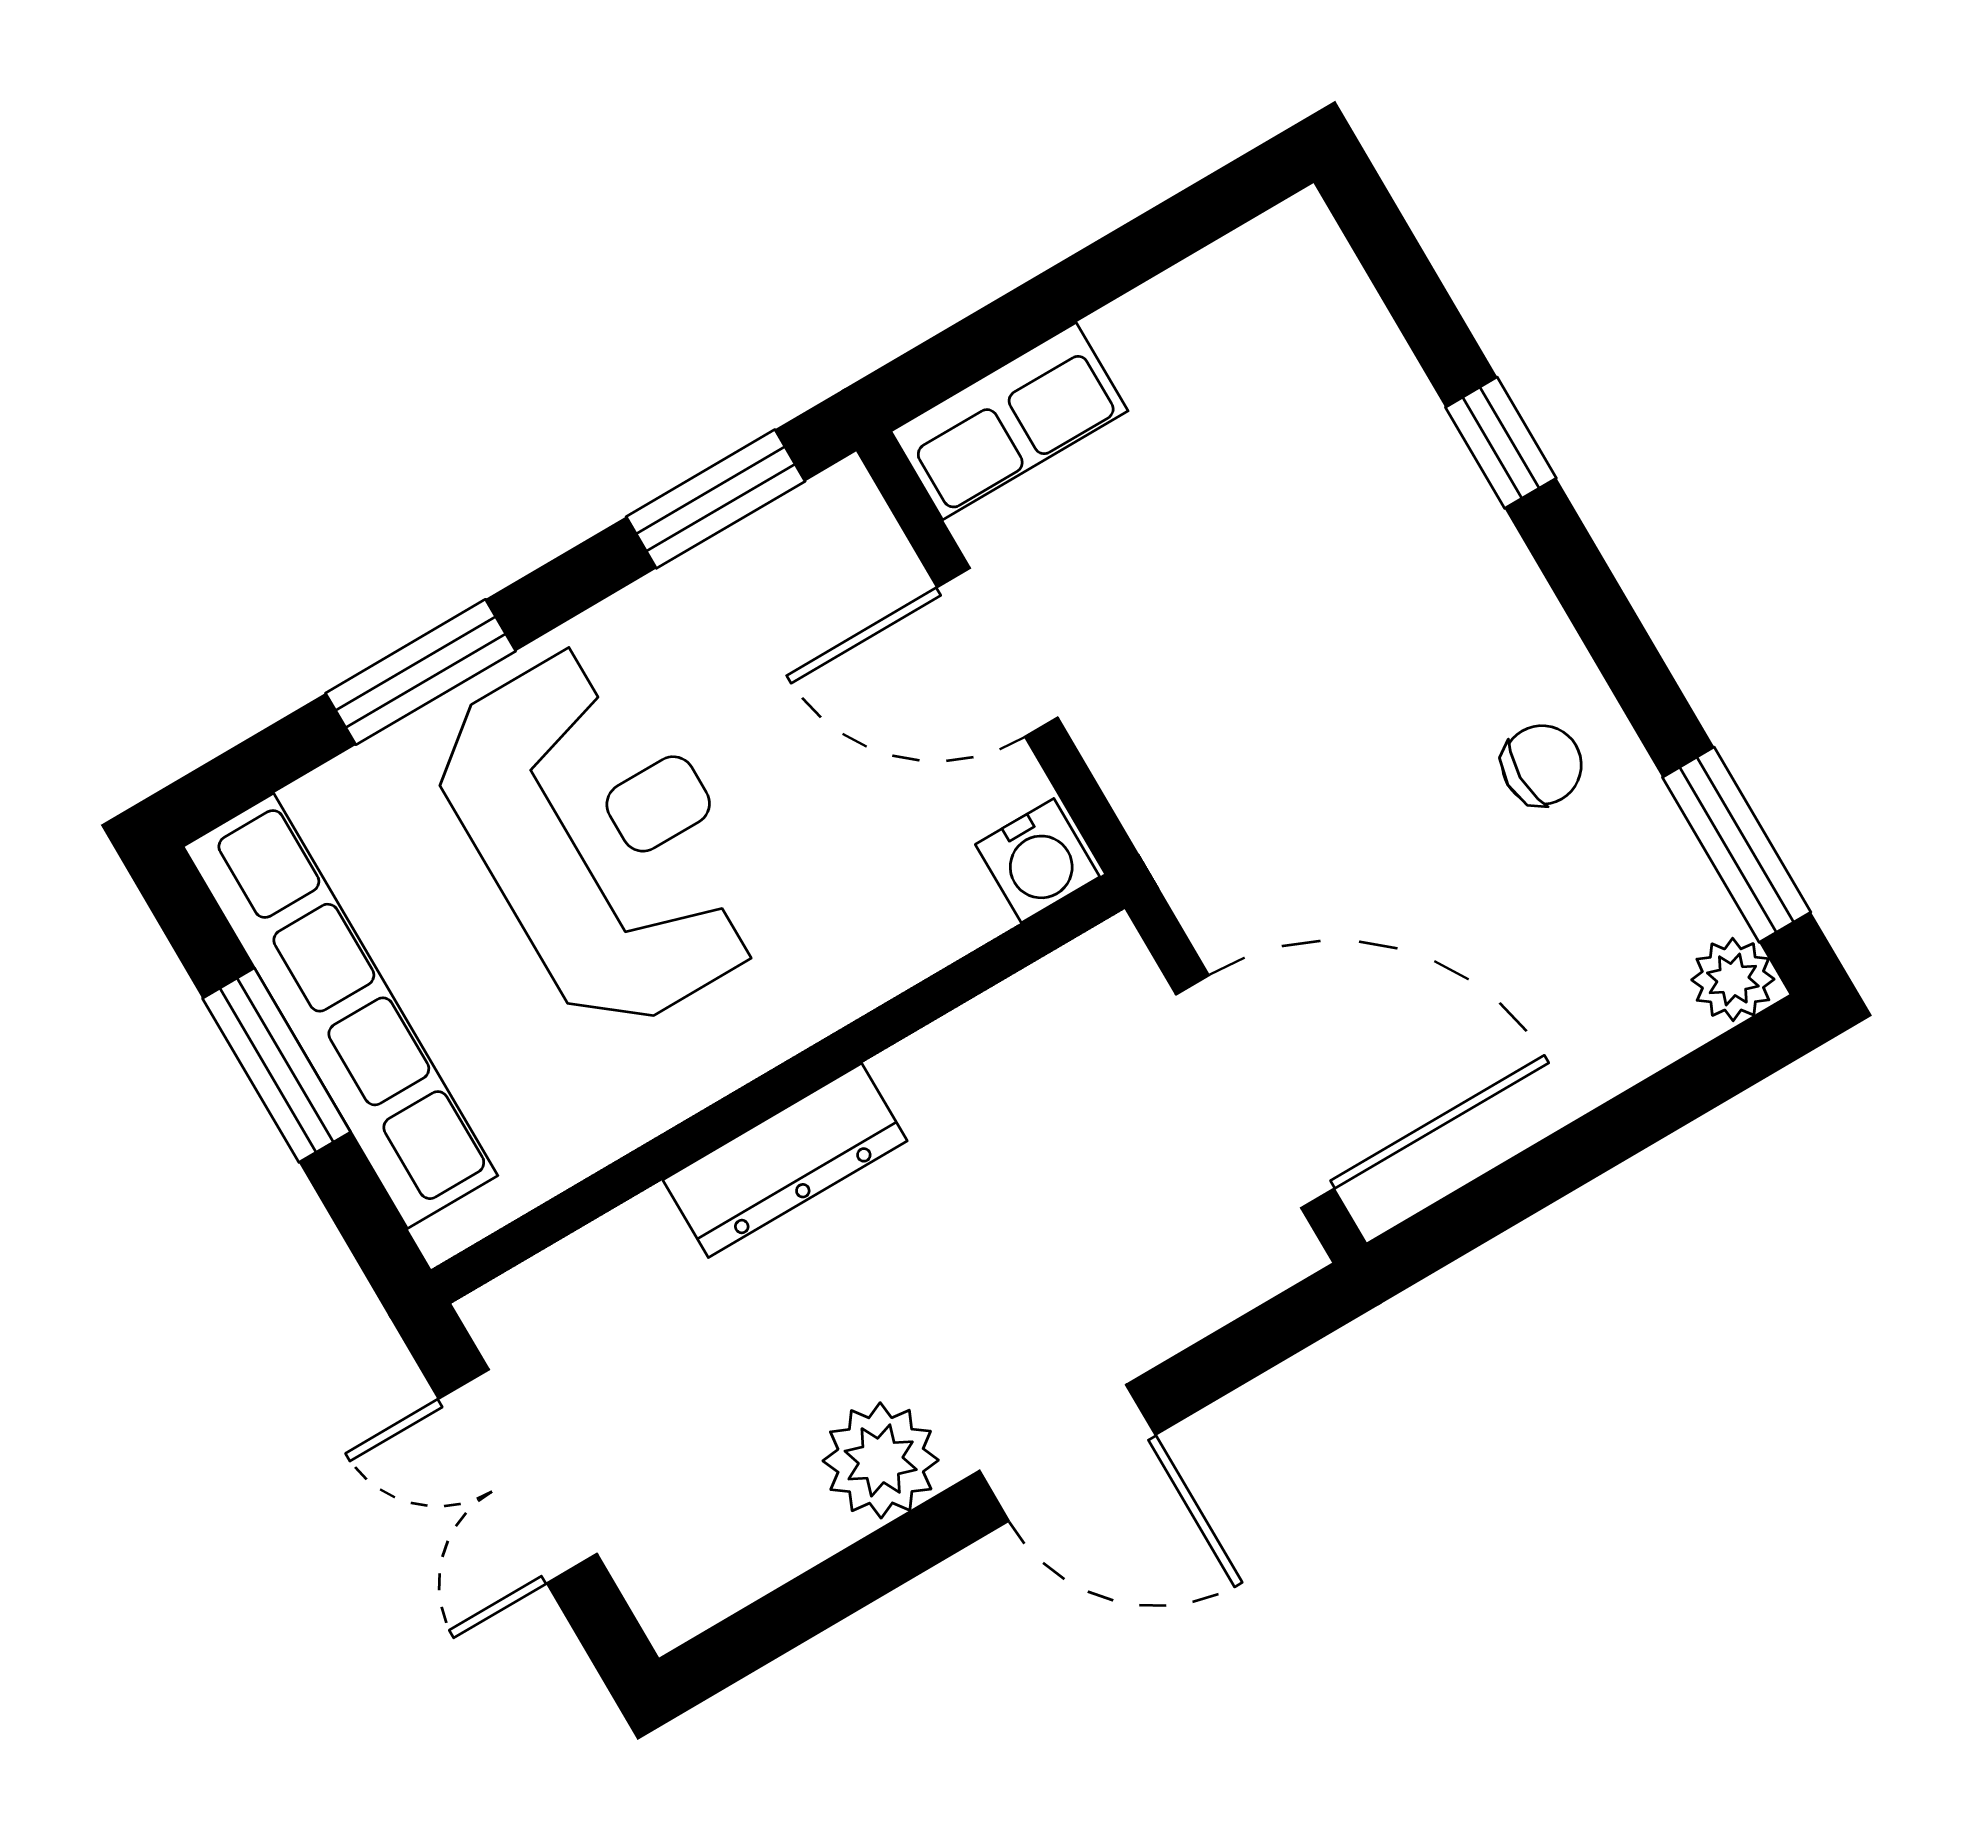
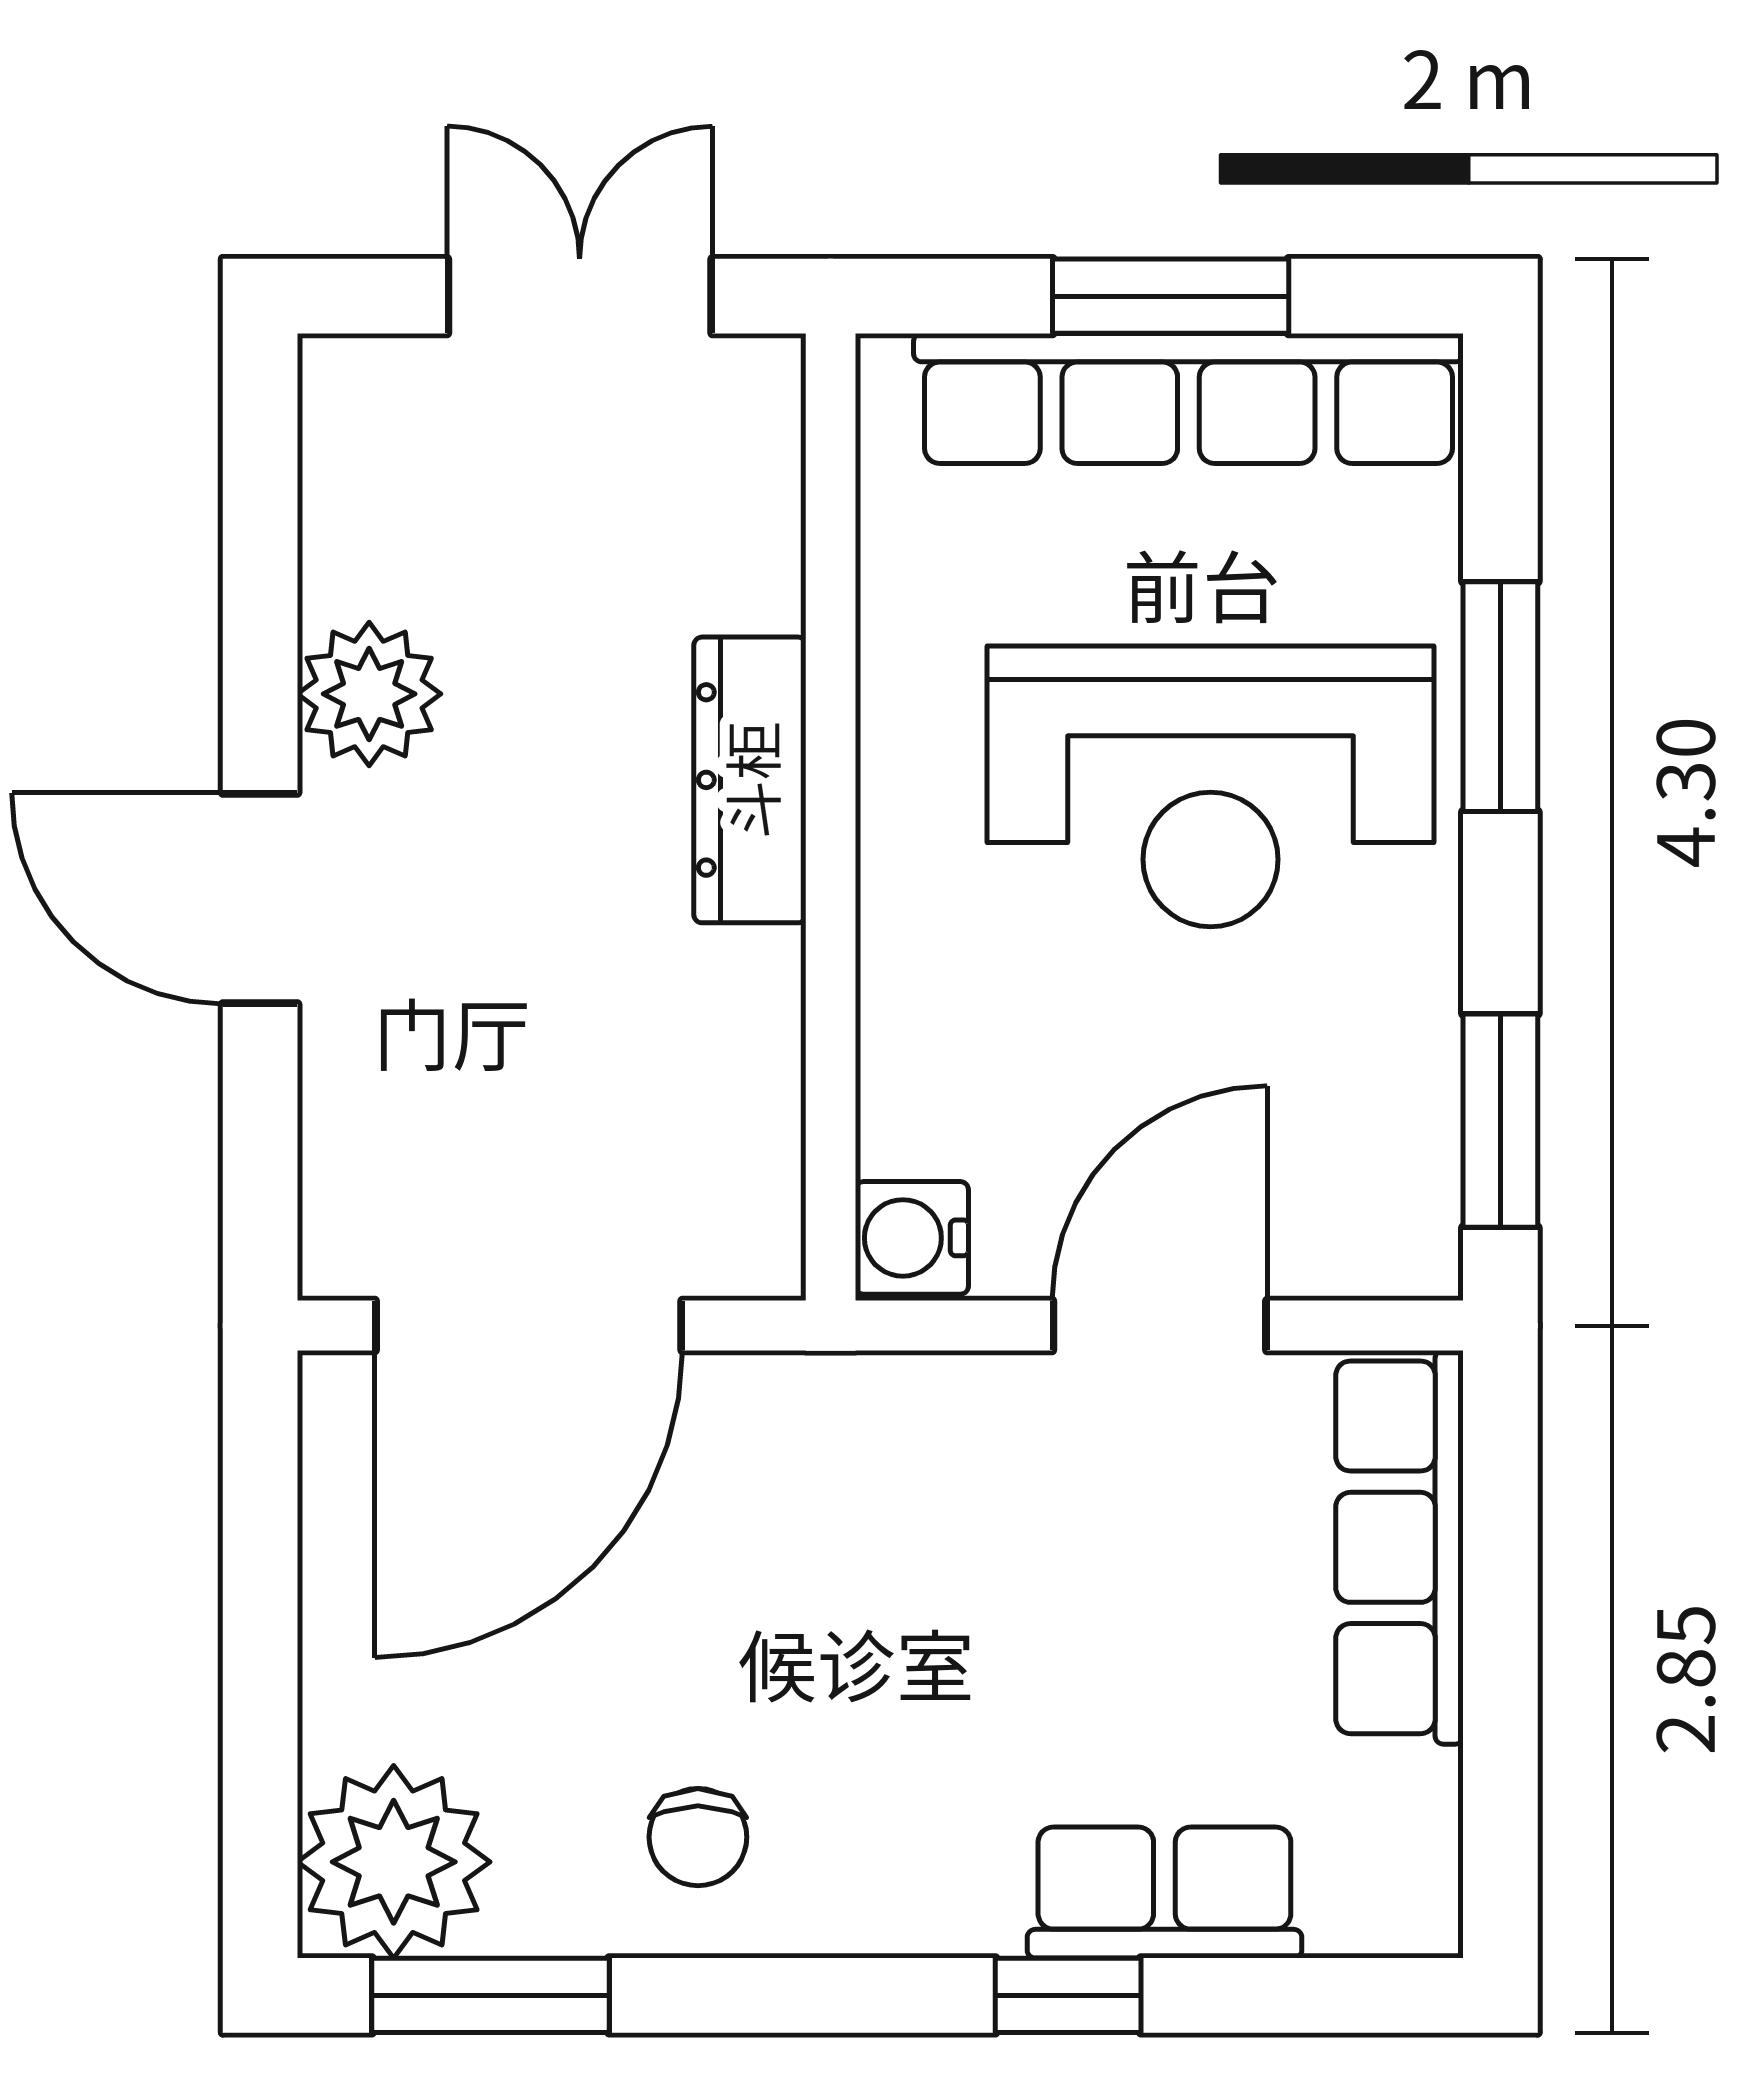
row of seats: (1390, 418) -> (1164, 1892), added
row of seats: (1009, 421) -> (1400, 1547), width x1.48
plant: (1733, 979) -> (394, 1862), width x1.87, depth x1.87
door: (1067, 1453) -> (260, 898), hinge flipped

